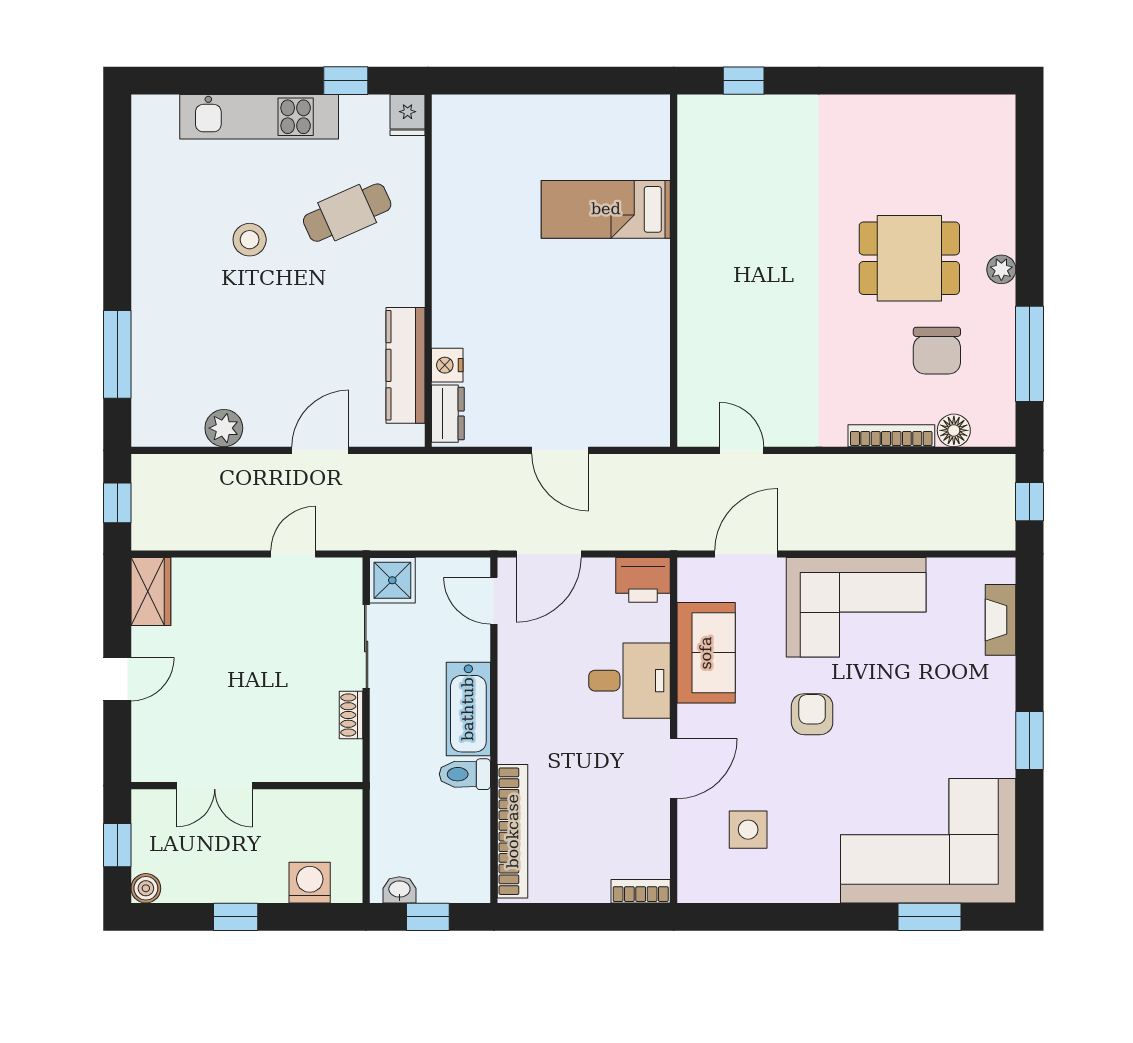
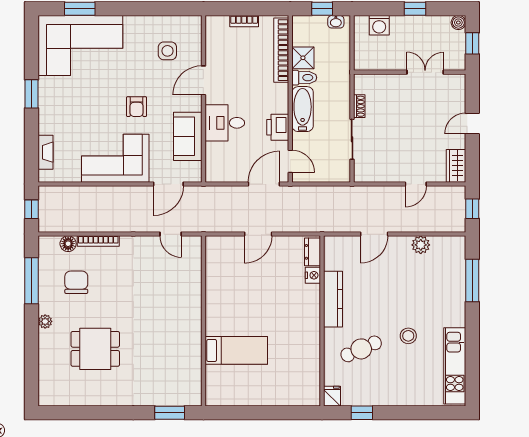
window: (744, 81) -> (170, 413), width x1.50
kitchen unit: (259, 117) -> (455, 366), moved, turned -90
dining table: (909, 258) -> (95, 349), moved
kitchen counter: (405, 365) -> (333, 299), moved
door: (560, 450) -> (258, 234), swing flipped
door: (293, 554) -> (416, 184), moved
shower: (392, 580) -> (303, 58), moved
printer: (643, 580) -> (278, 127), moved, turned -90
bookcase: (641, 891) -> (244, 21), moved

